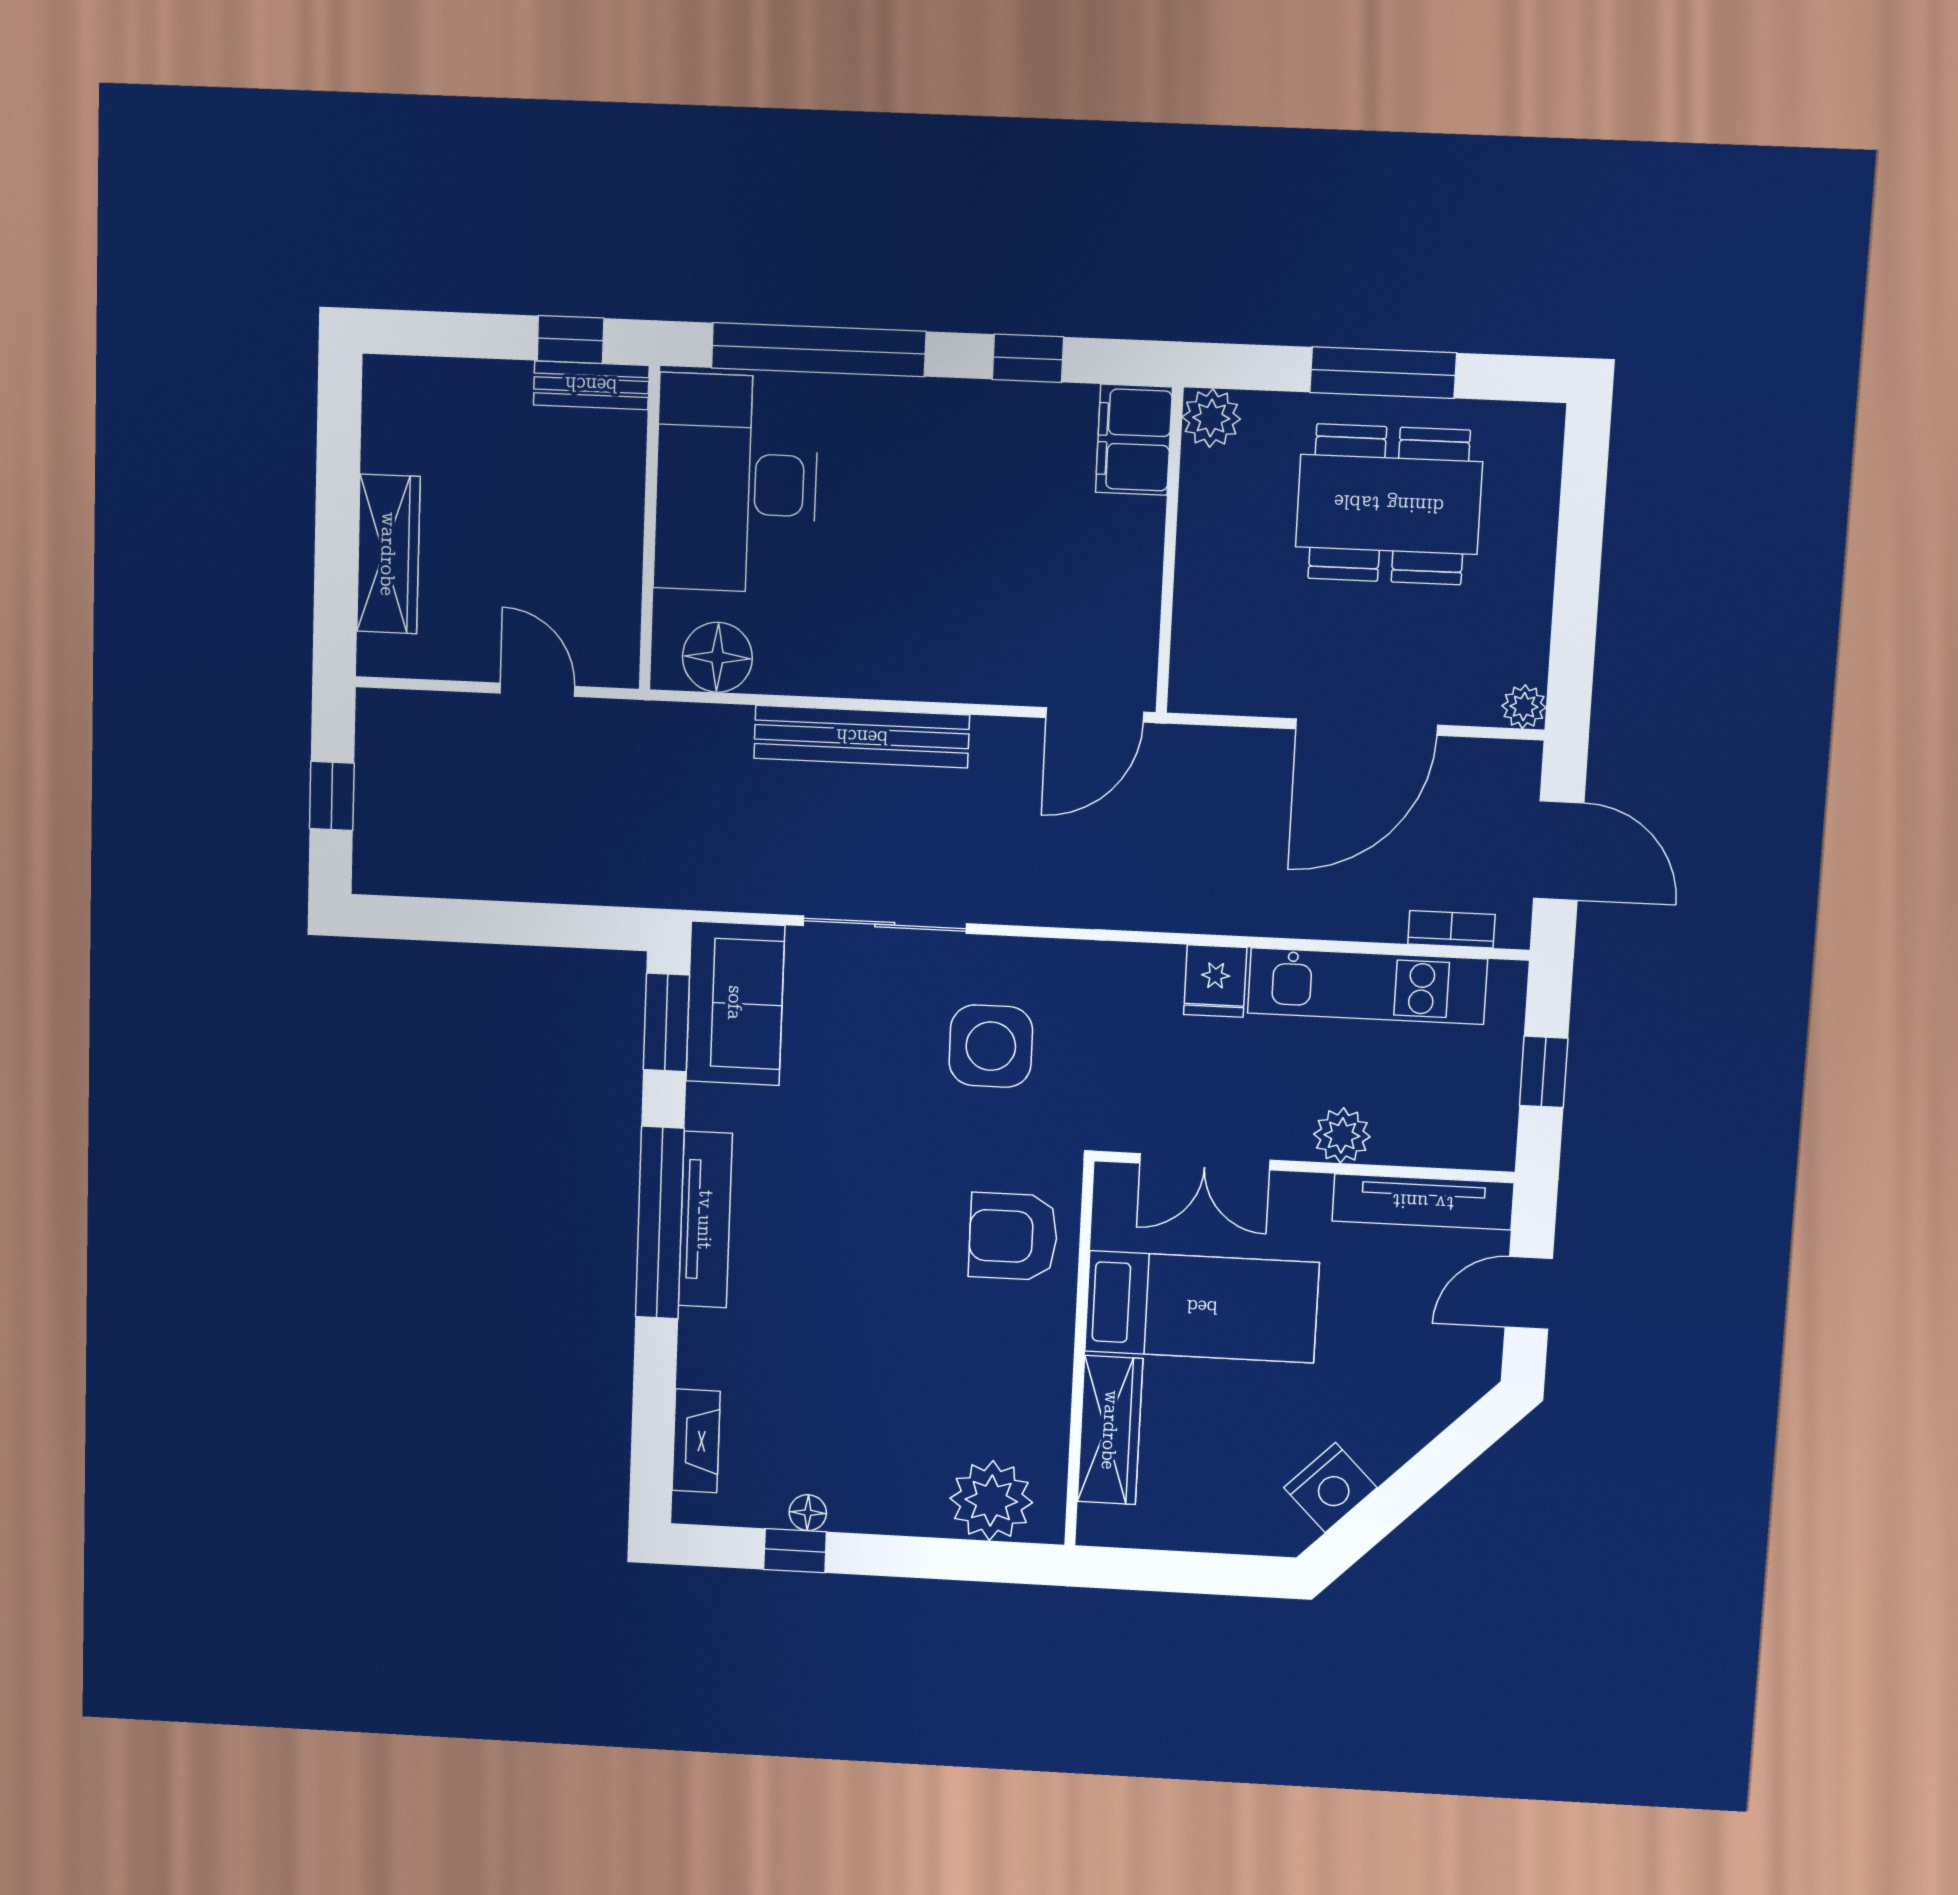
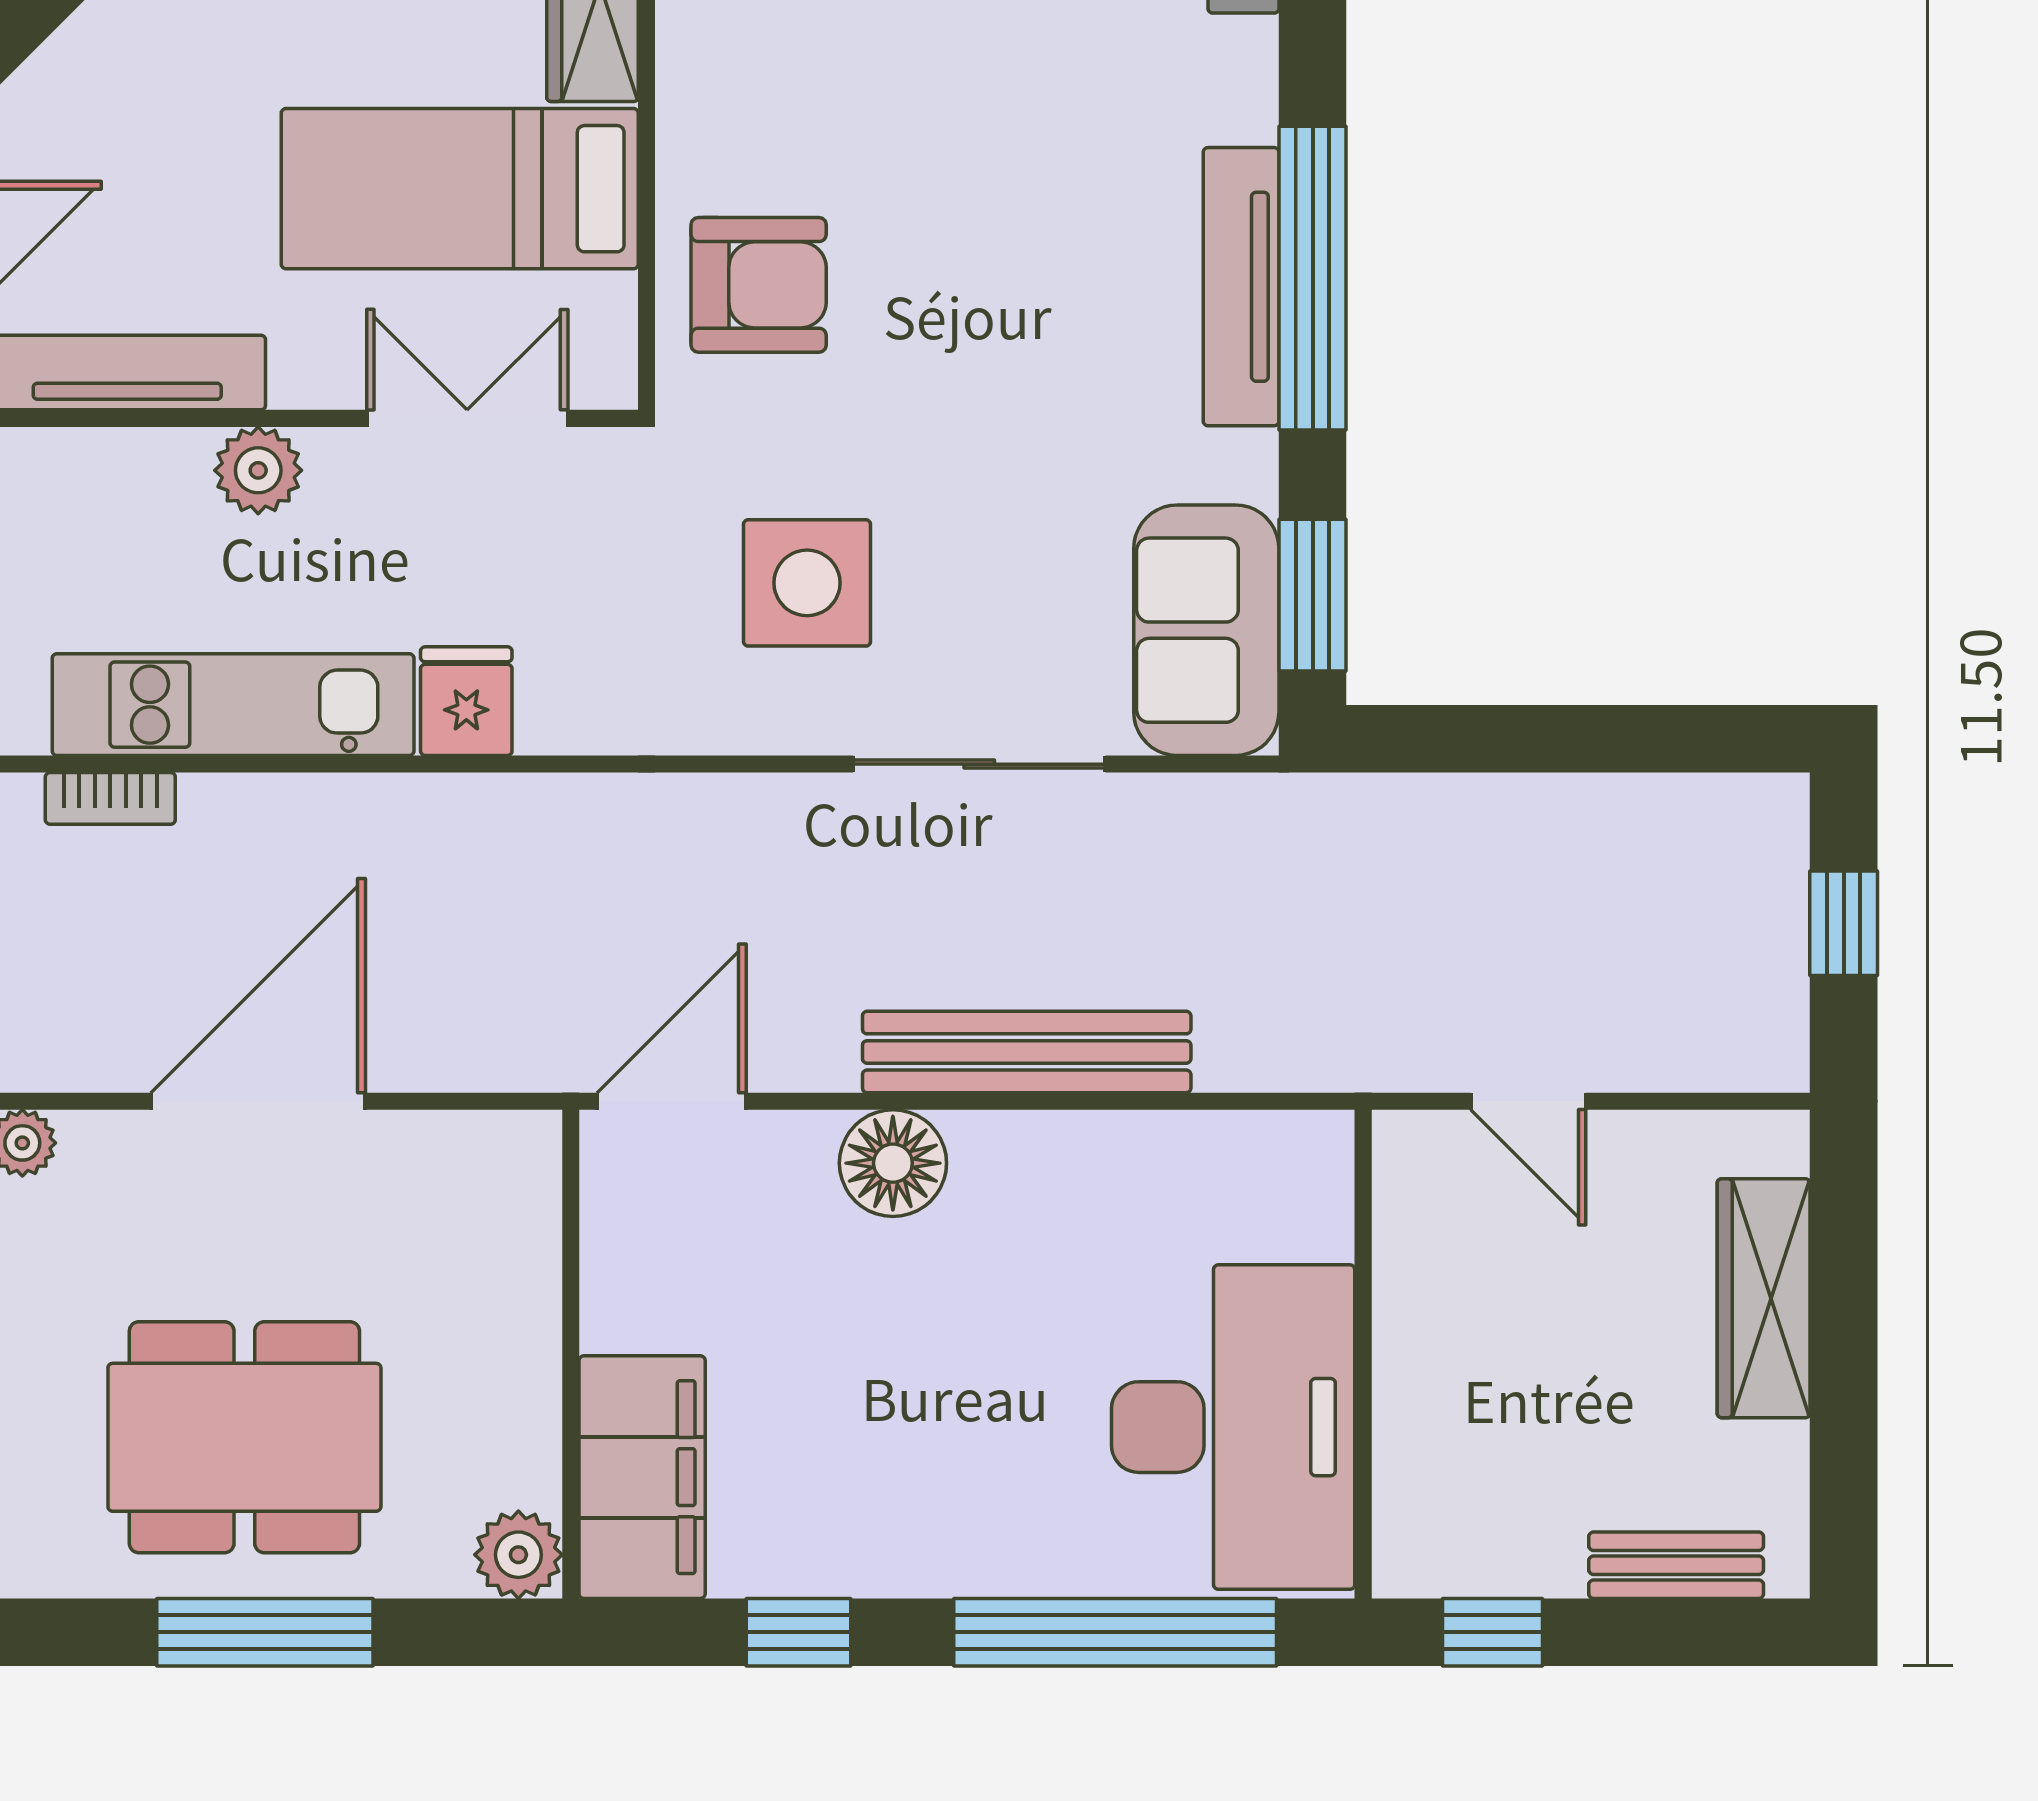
bench: (591, 385) -> (1676, 1565), moved
filing cabinet: (1134, 440) -> (642, 1477), width x1.50, depth x1.17
floor lamp: (717, 657) -> (893, 1163), moved

